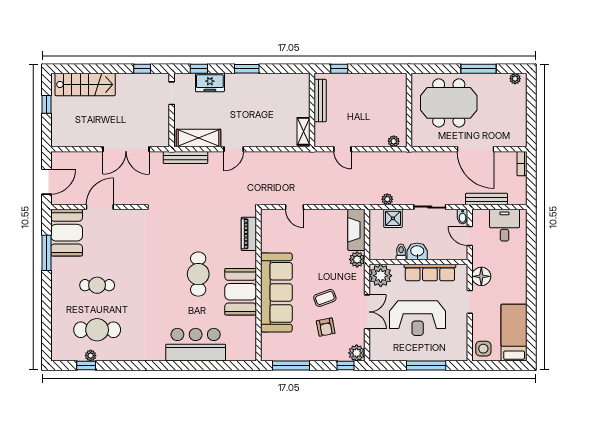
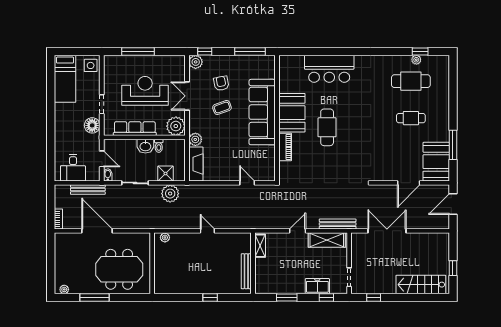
bench: (320, 101) -> (246, 271), moved
wall: (312, 110) -> (253, 263), moved
shelving: (304, 131) -> (260, 246), moved
plant: (387, 199) -> (170, 194), width x1.87, depth x1.87
piano: (249, 234) -> (285, 147), moved

